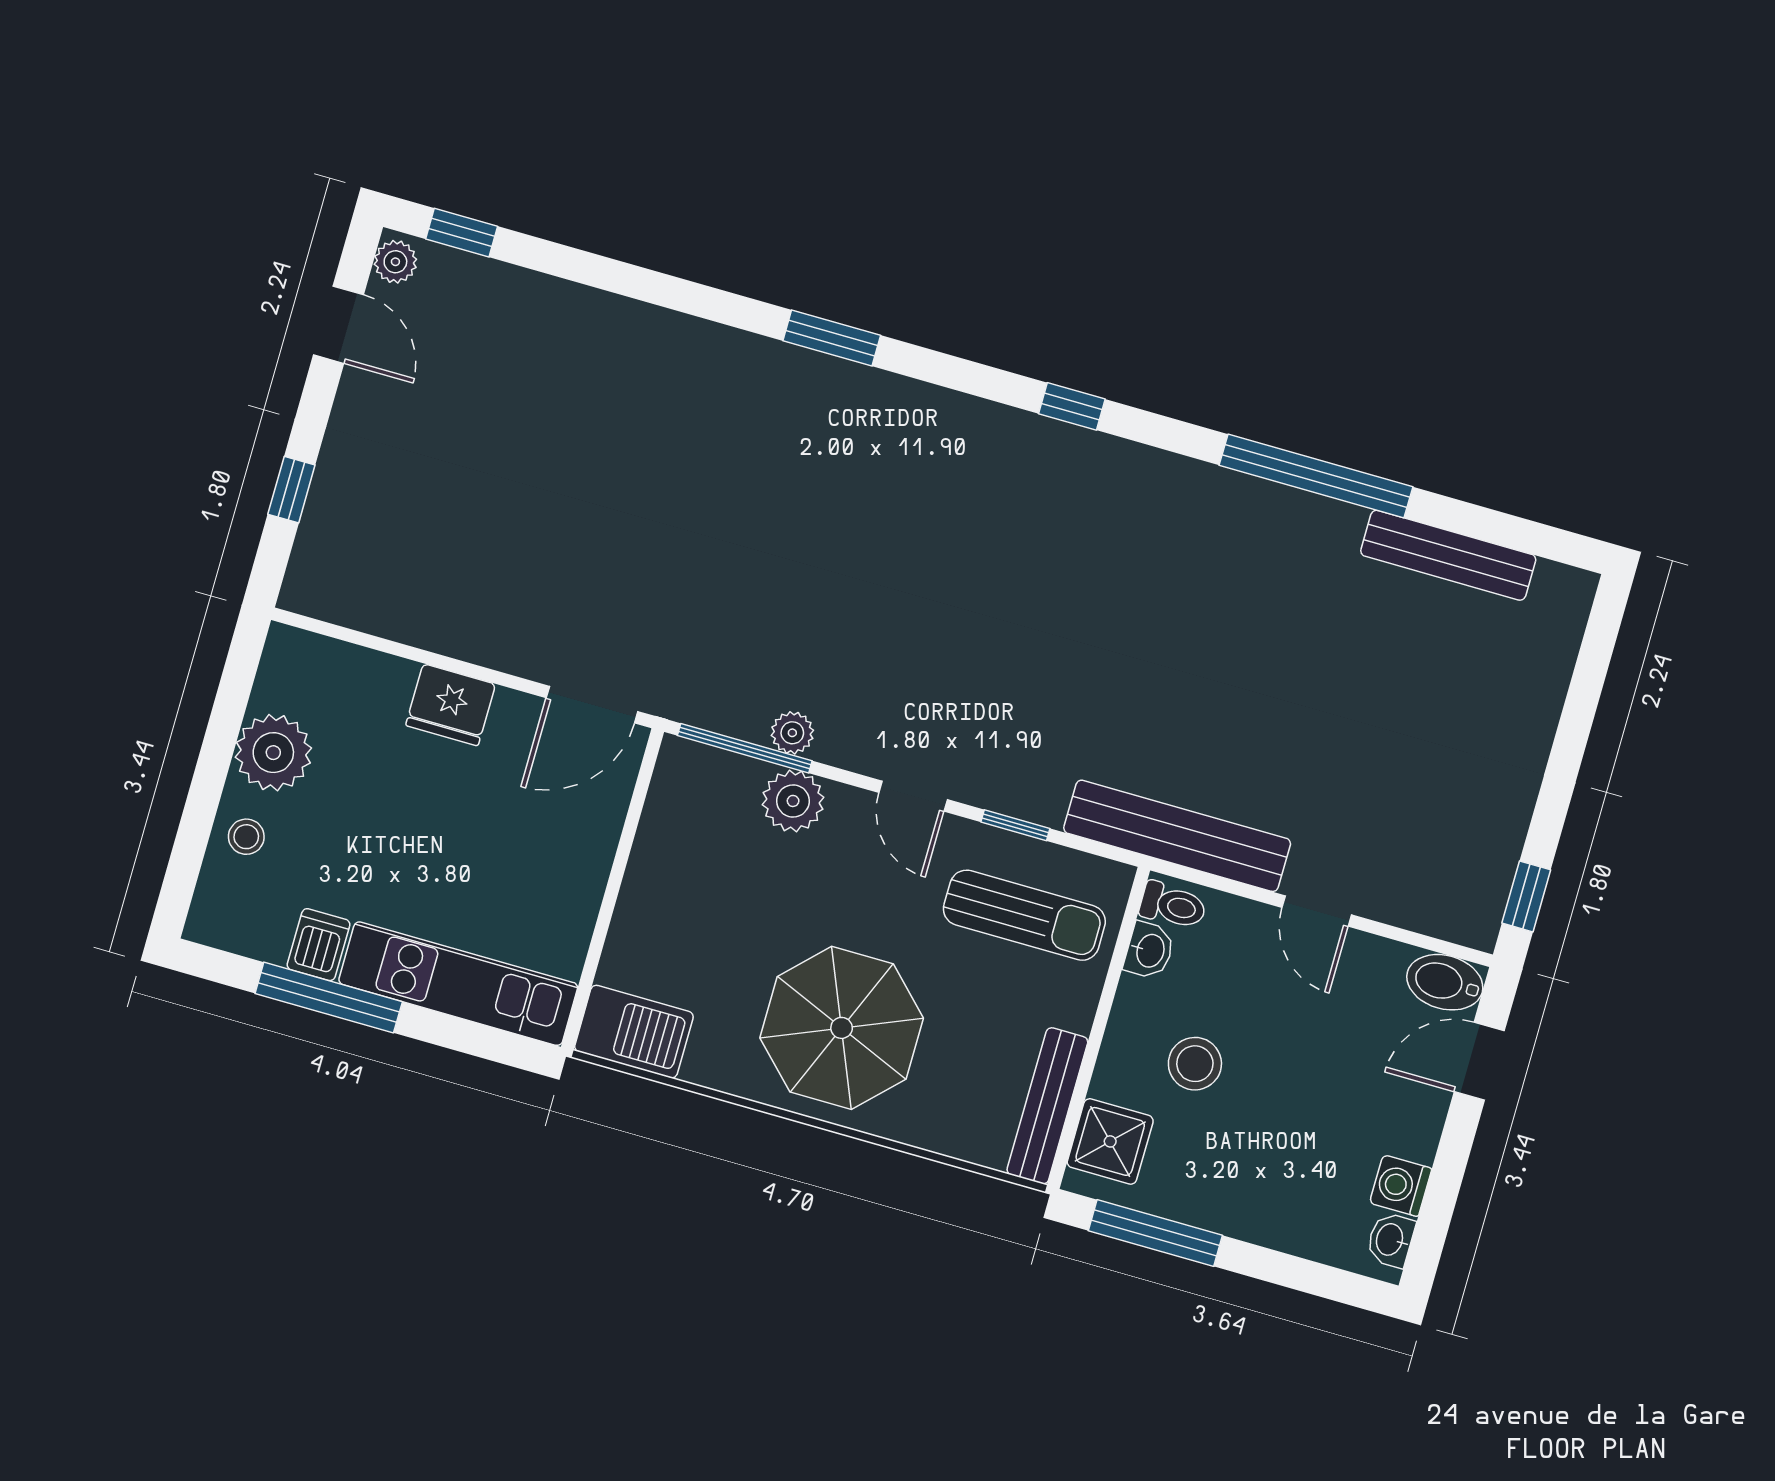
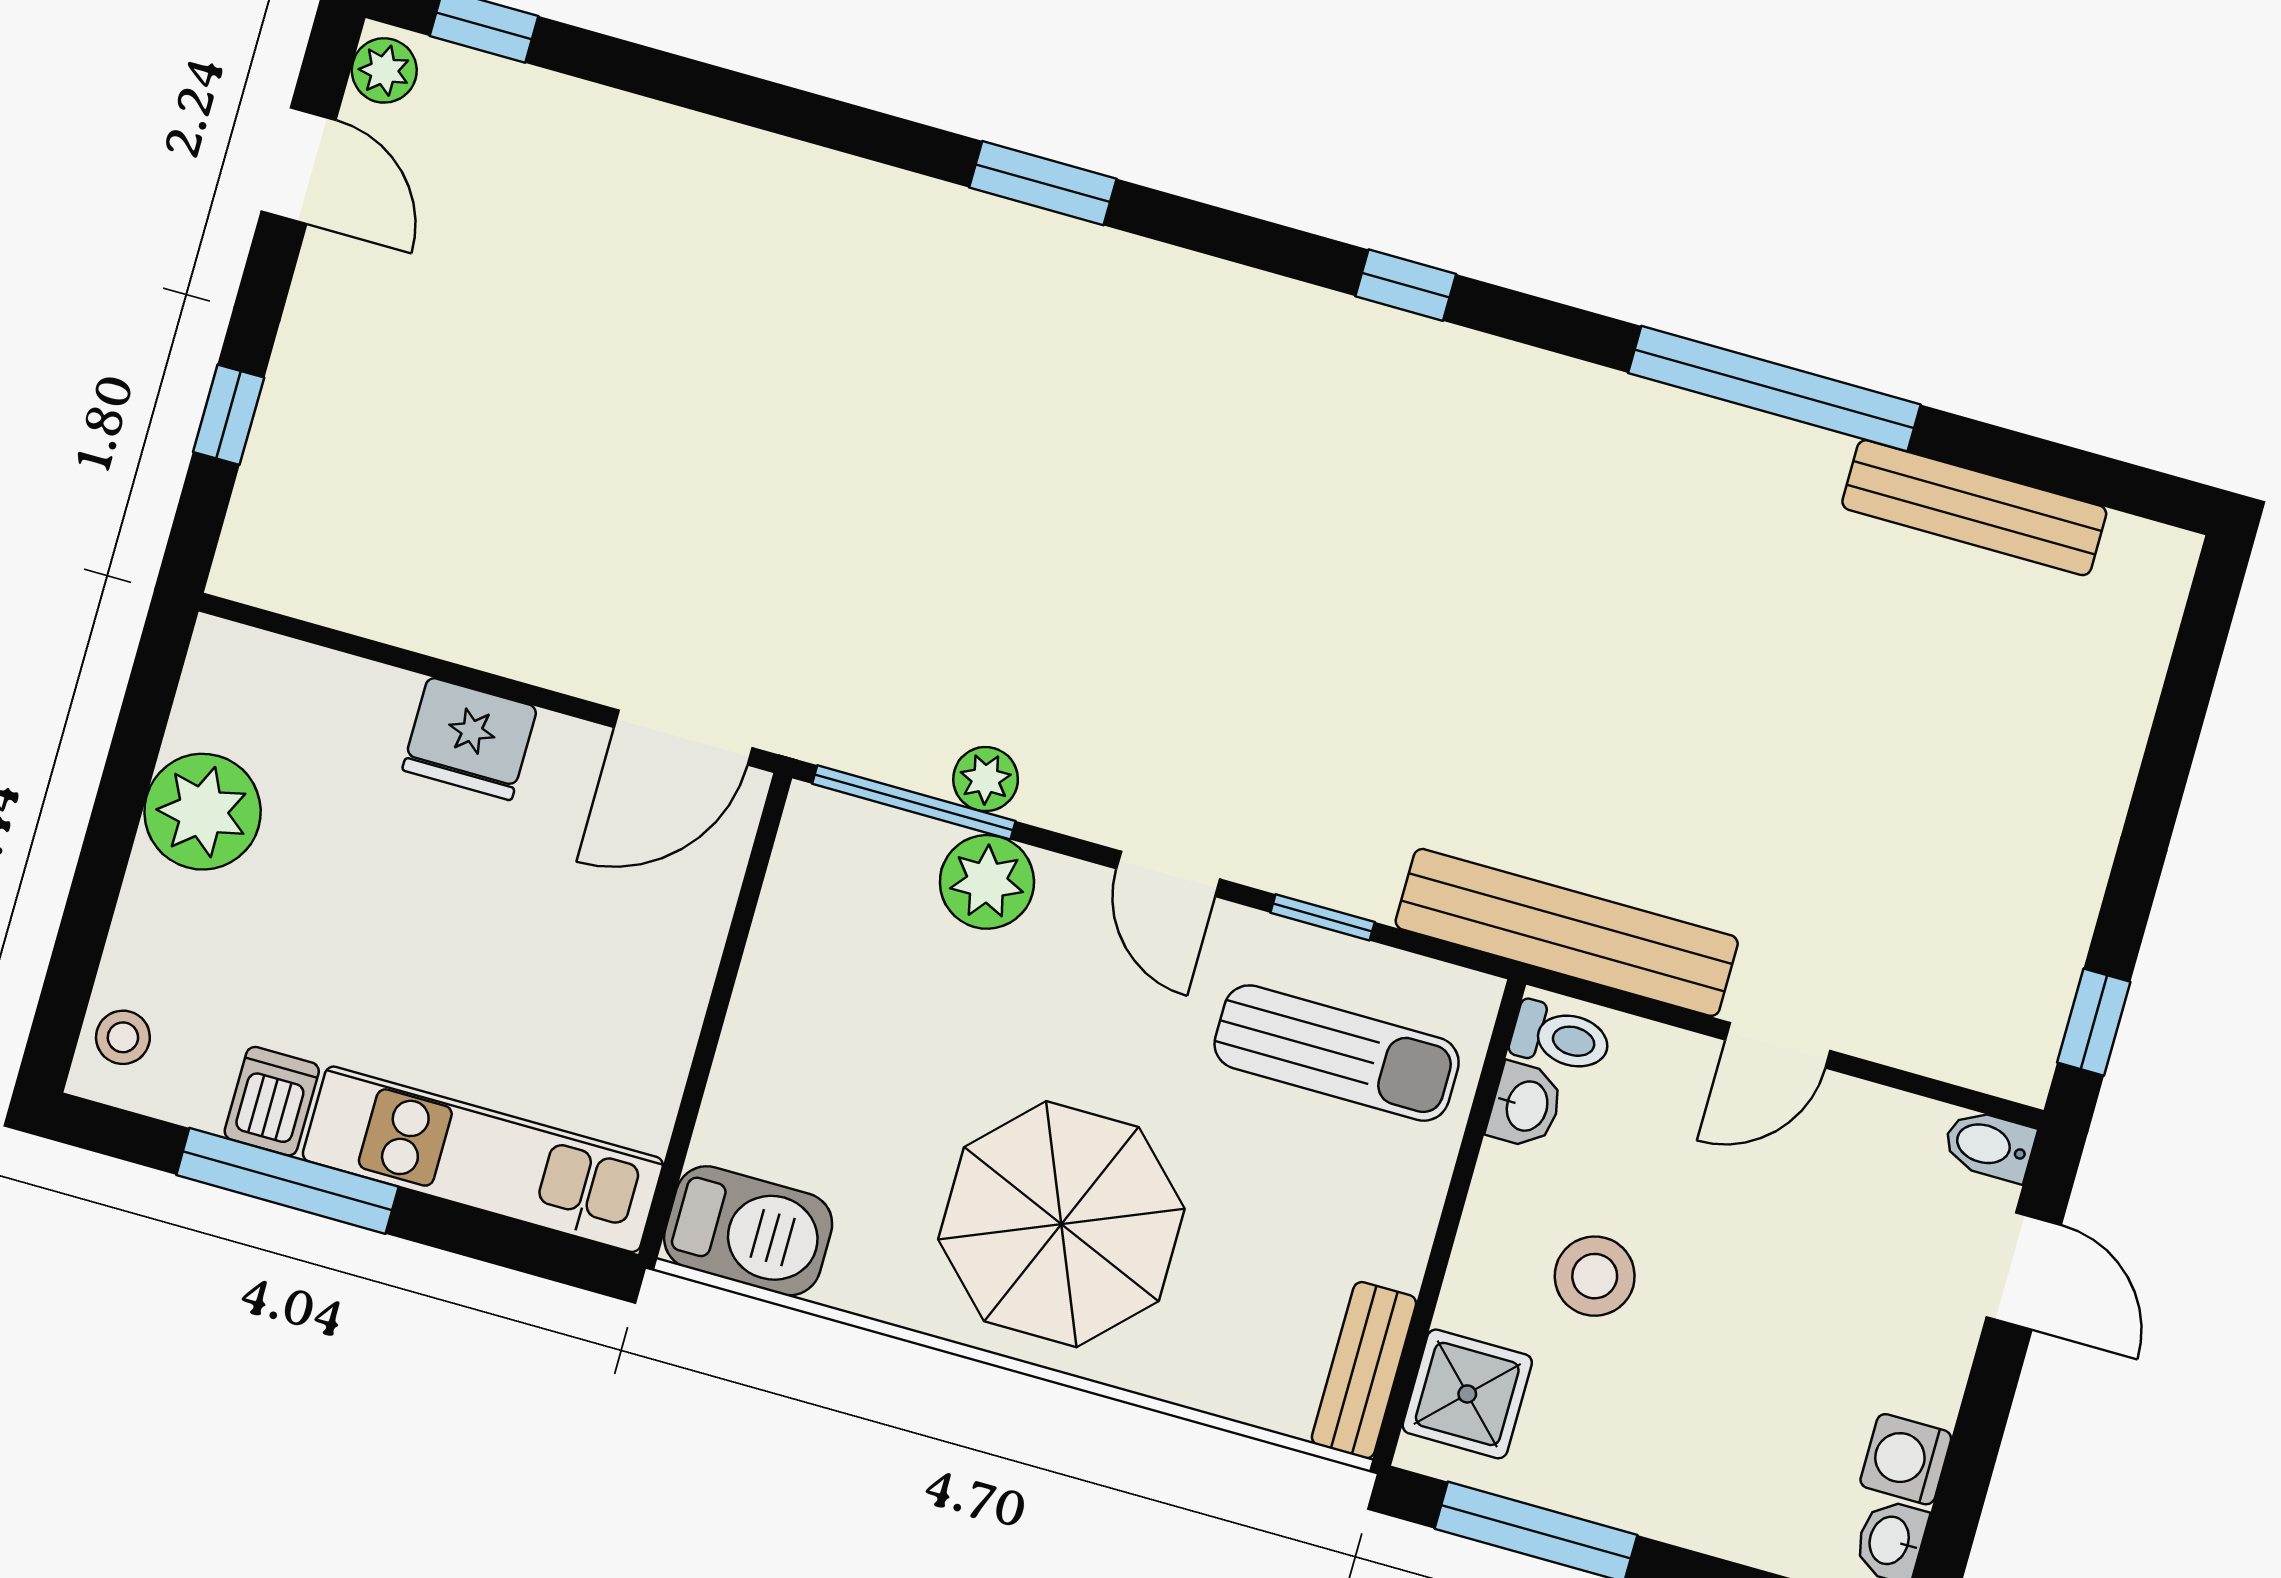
stool: (246, 837) -> (123, 1037), moved
door: (1317, 911) -> (1778, 1045), hinge flipped
bidet: (1445, 982) -> (1989, 1145), width x0.72, depth x0.74
door: (1479, 1061) -> (2024, 1271), swing flipped
bench: (1047, 1106) -> (1364, 1370), width x0.73

